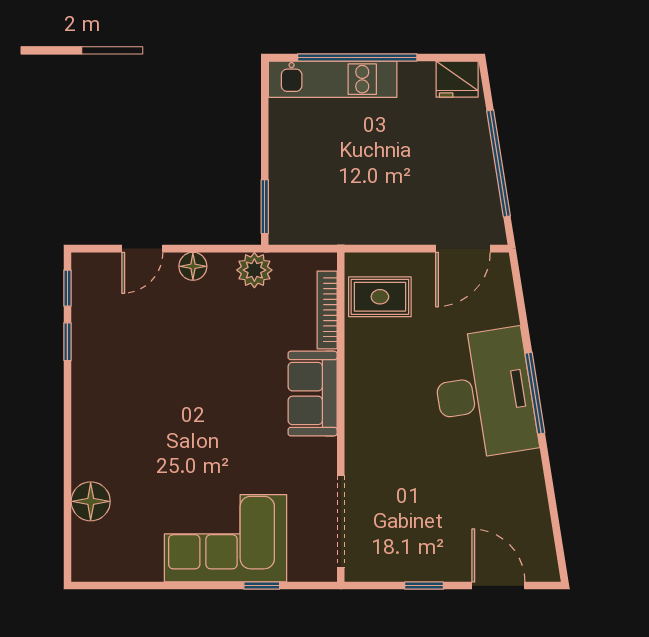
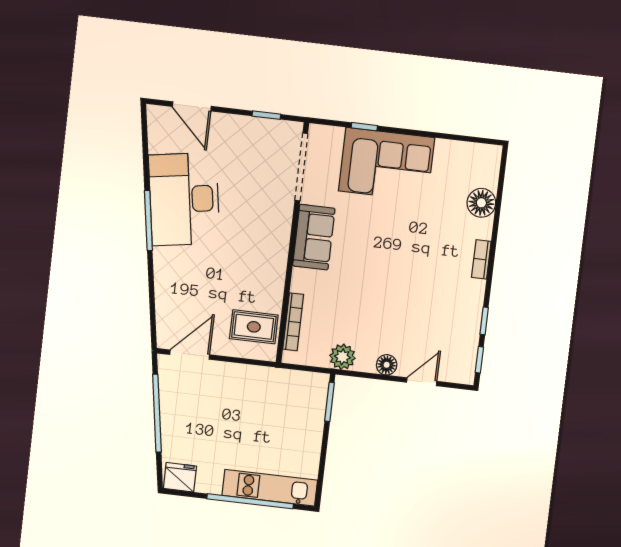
window: (535, 393) -> (148, 220), moved
sofa: (313, 394) -> (314, 237), moved
desk: (484, 394) -> (184, 199), moved
bookcase: (82, 425) -> (481, 259), added
window: (424, 586) -> (266, 115), moved

